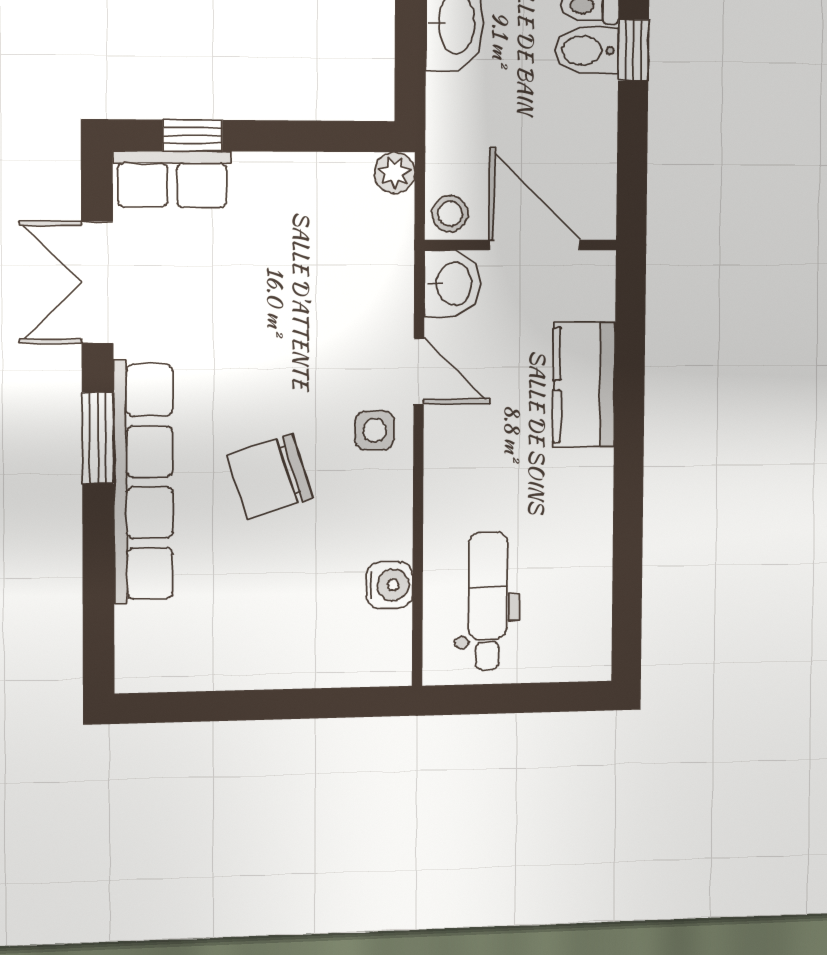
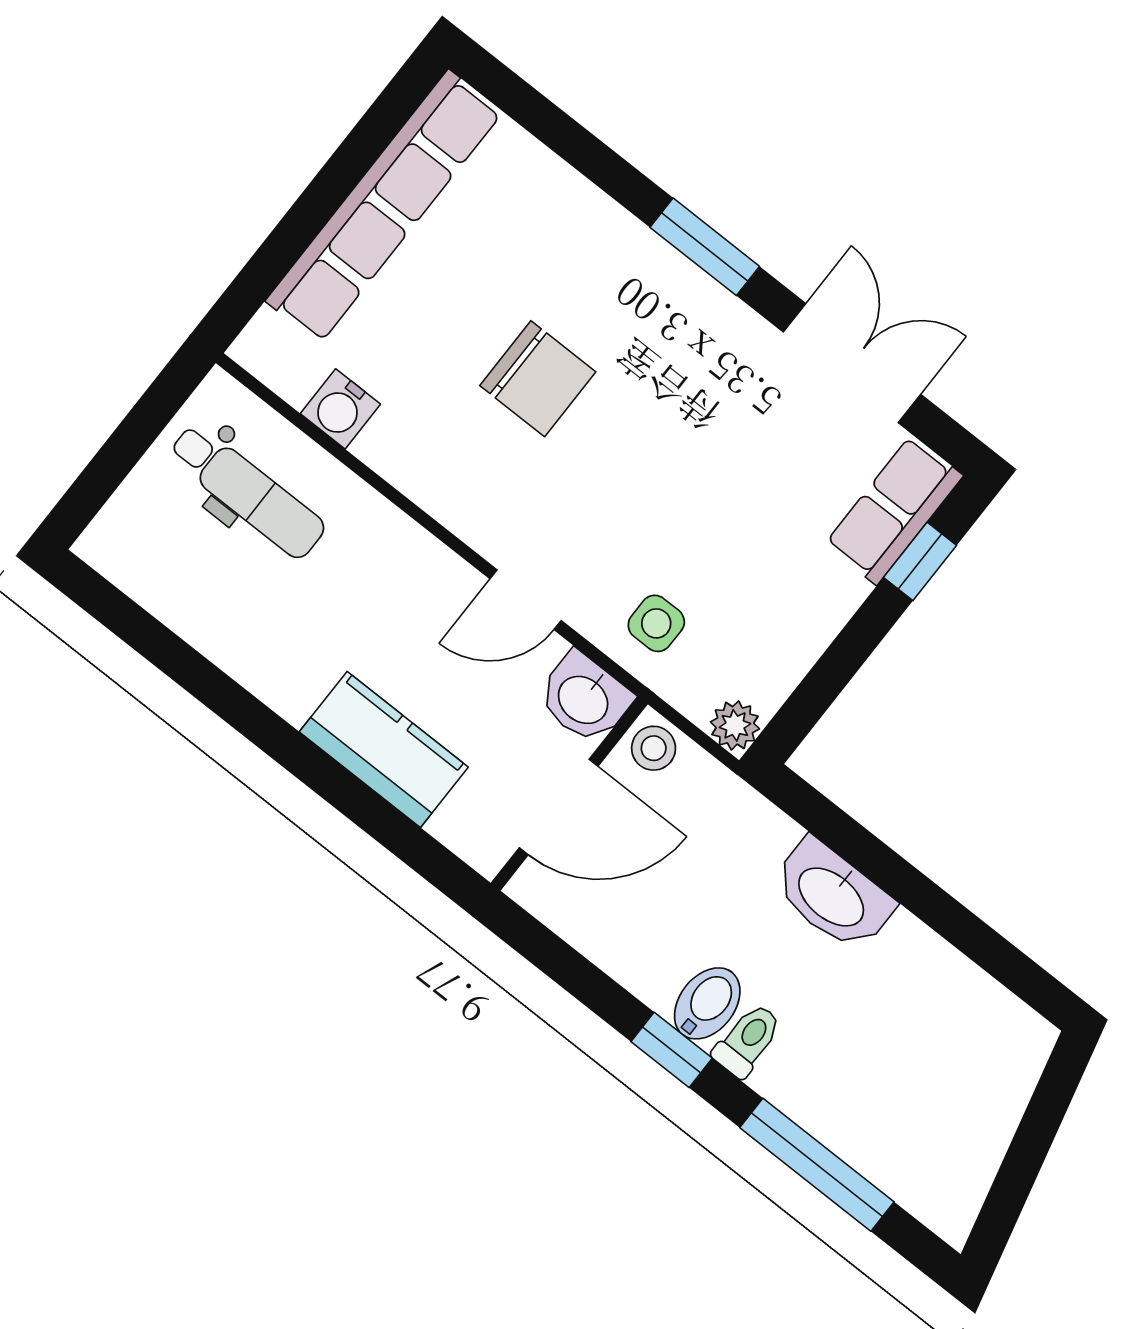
side table: (374, 430) -> (656, 623), moved
chair: (270, 477) -> (538, 379), turned 108
row of seats: (143, 482) -> (384, 206), moved, turned -90

